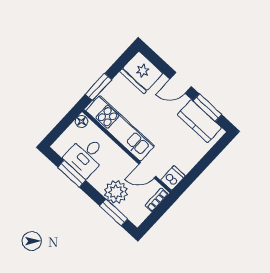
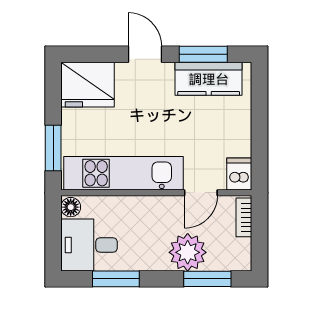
door: (181, 83) -> (145, 54), swing flipped
desk: (86, 156) -> (89, 245), moved, turned 90

